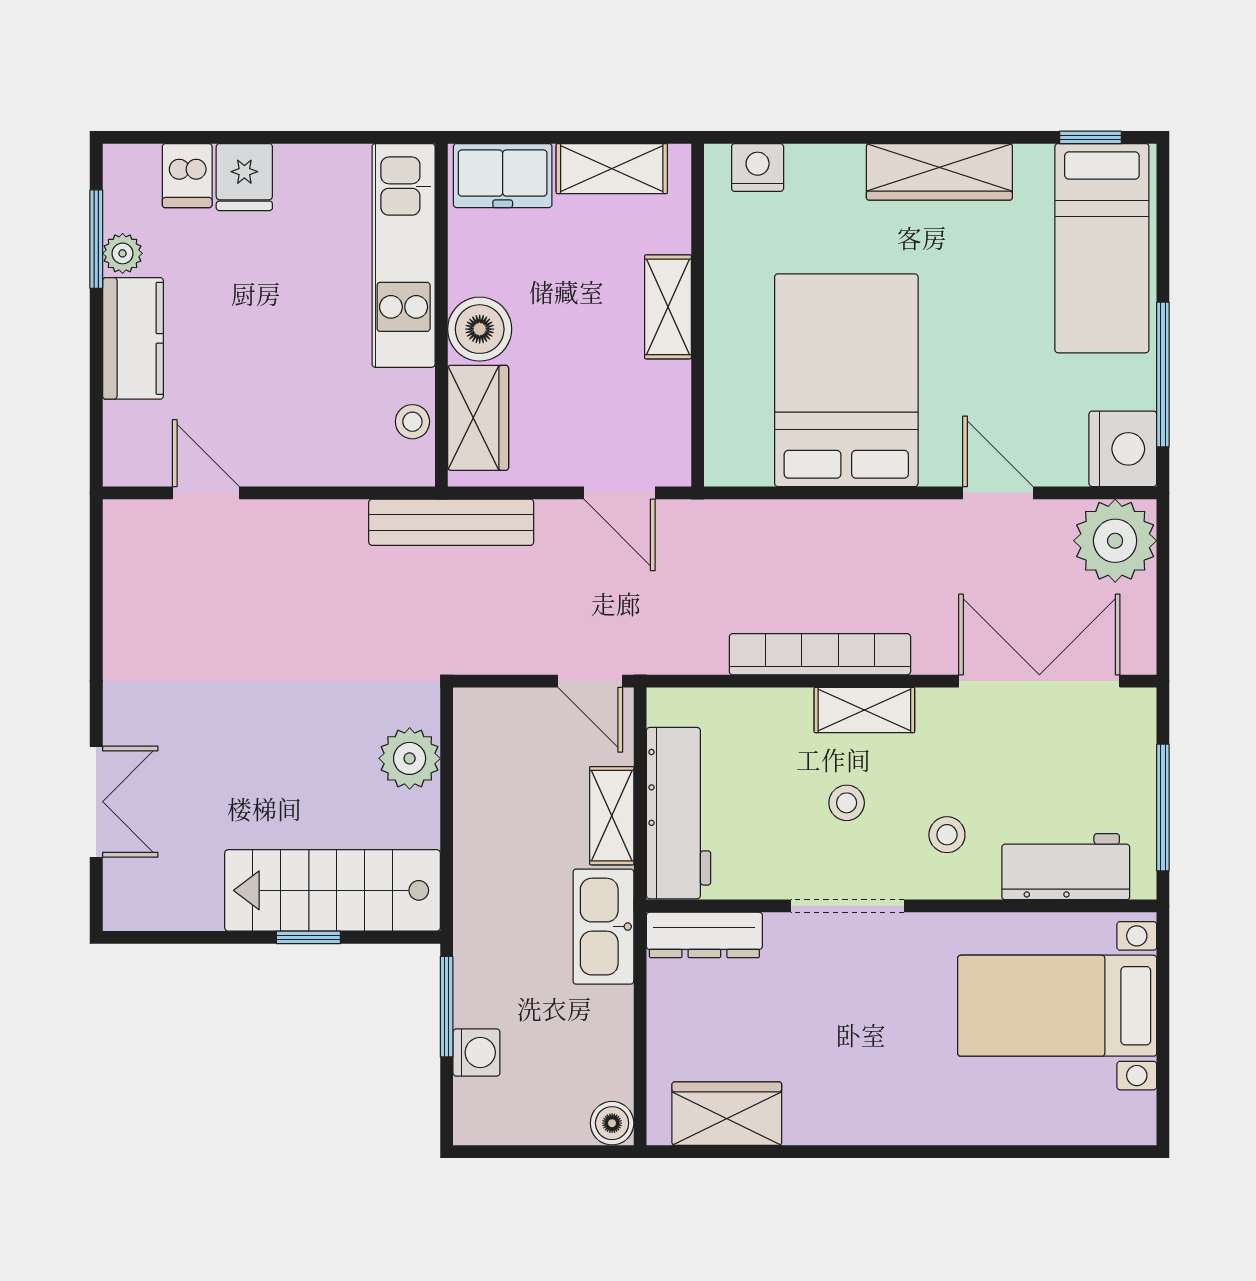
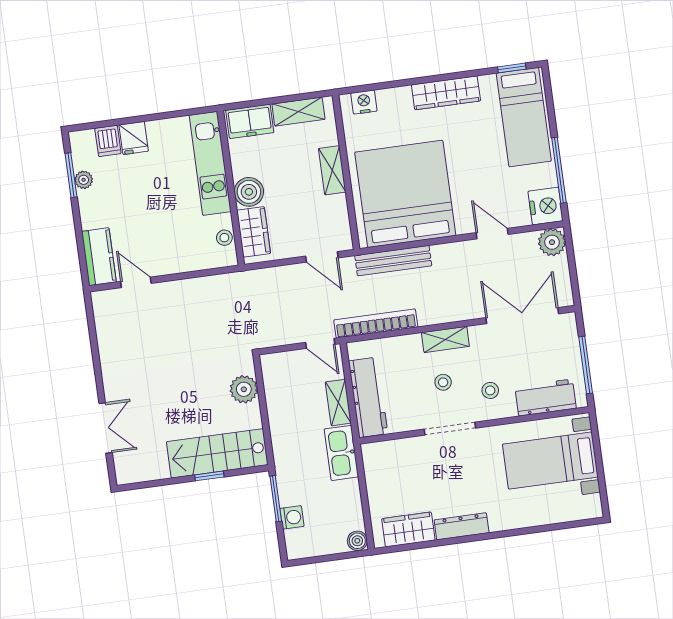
kitchen counter: (133, 338) -> (99, 257), moved
bed: (846, 380) -> (405, 194), width x1.36
bench: (451, 522) -> (393, 261), moved
plant: (1115, 541) -> (552, 242), width x0.73, depth x0.73
bookcase: (820, 654) -> (376, 323), moved
dresser: (704, 935) -> (462, 526), moved, turned 180

